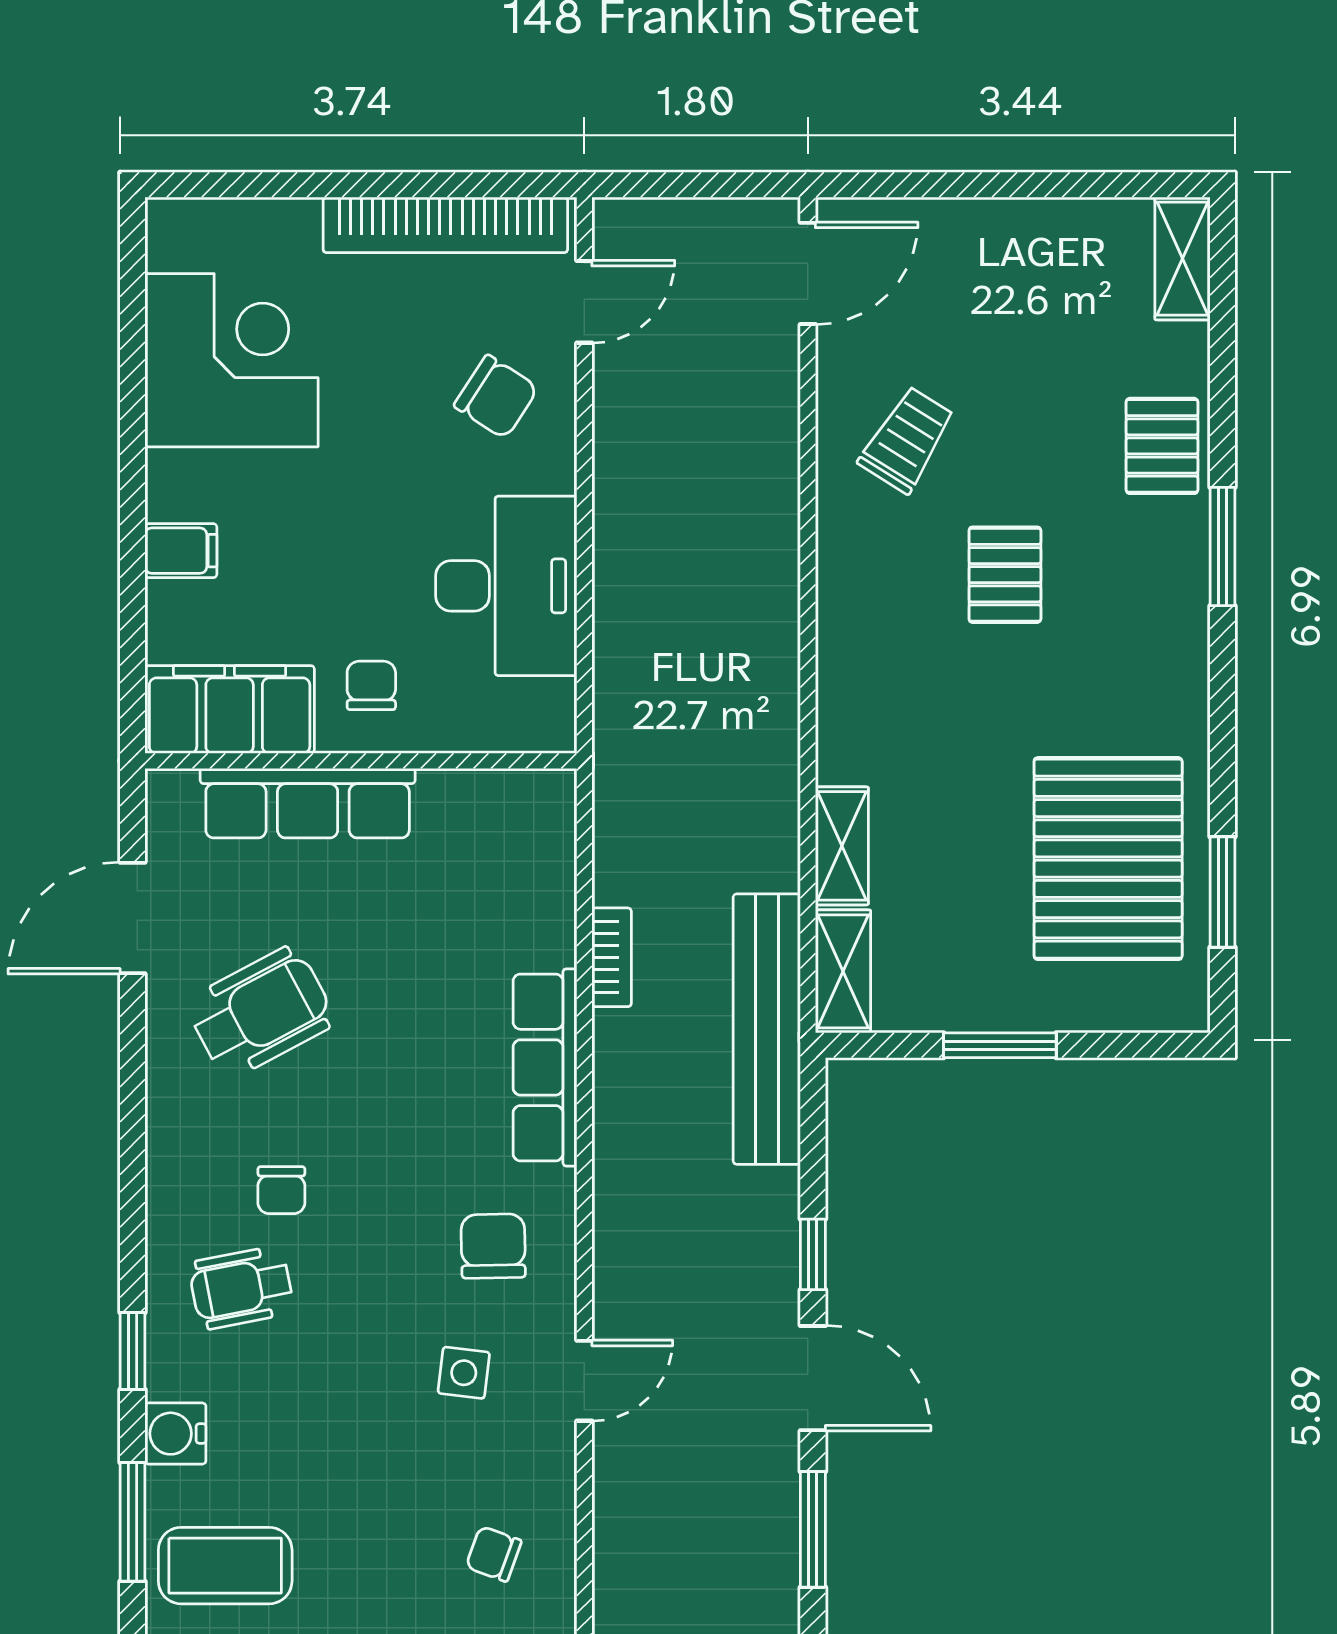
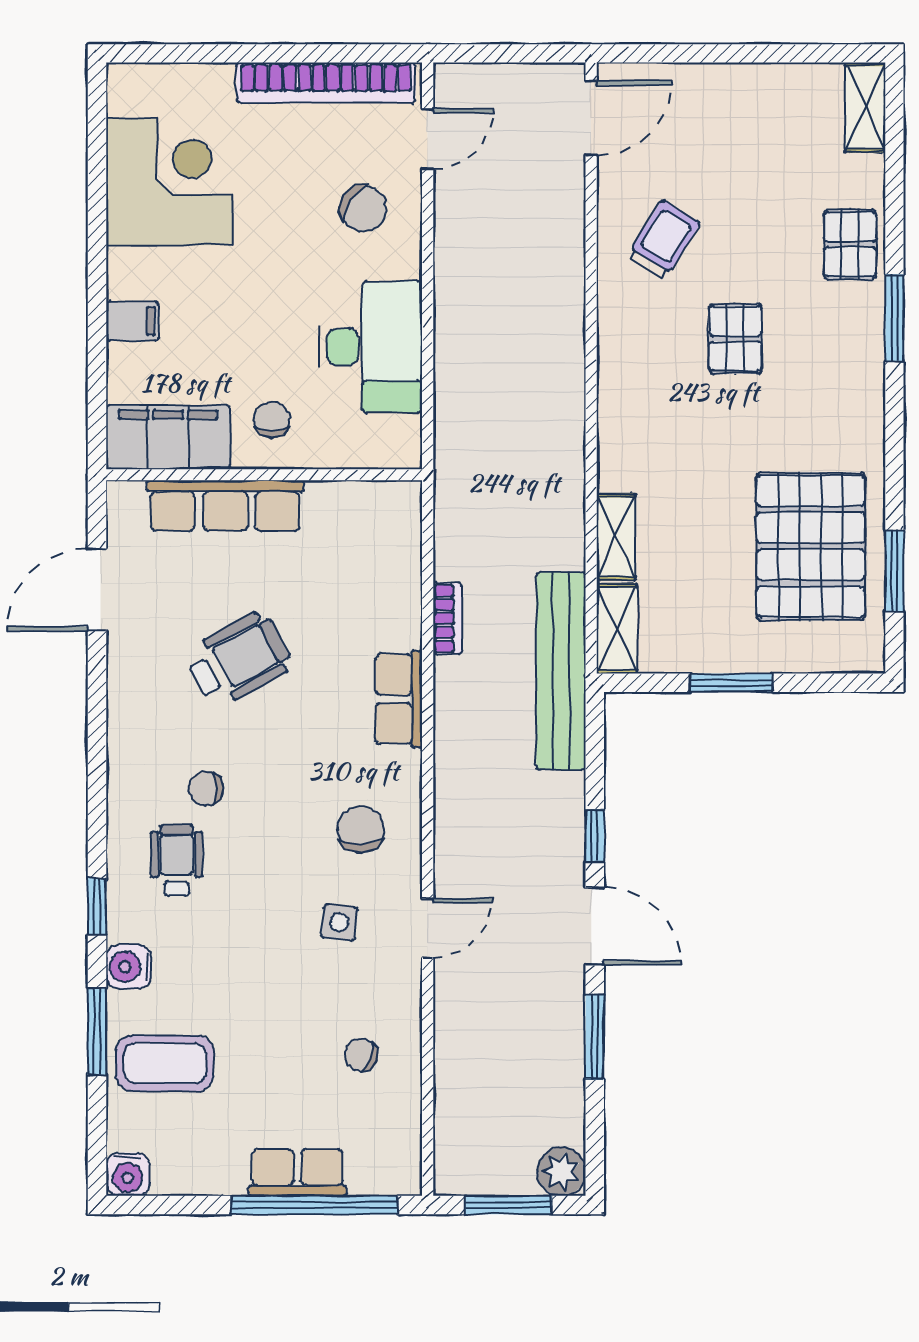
wheelchair: (261, 1012) -> (239, 660), moved
row of seats: (545, 1067) -> (399, 699), width x0.68
chair: (281, 1190) -> (206, 789), turned 90
wheelchair: (241, 1288) -> (177, 860), turned 101

